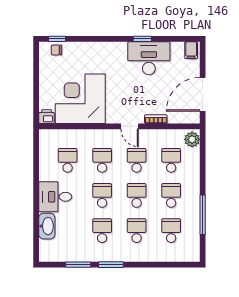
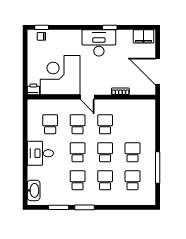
filing cabinet: (191, 50) -> (143, 36), width x2.00
desk: (149, 58) -> (99, 43), moved
door: (203, 94) -> (158, 72), hinge flipped
door: (130, 126) -> (87, 97), moved
plant: (192, 139) -> (149, 108), removed
school desk: (171, 160) -> (133, 124), removed
washbasin: (47, 226) -> (34, 190), moved

